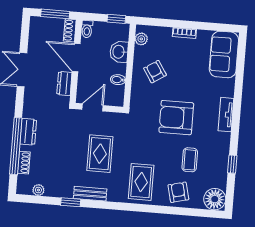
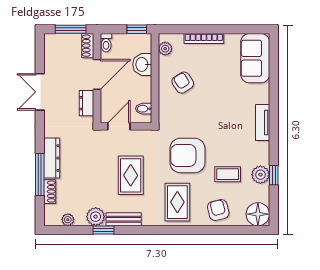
bookcase: (184, 33) -> (204, 39), width x1.56
door: (76, 58) -> (97, 74), swing flipped
bidet: (118, 80) -> (144, 109), moved
armchair: (176, 118) -> (187, 155), moved
dresser: (28, 132) -> (52, 158), width x1.44
window: (16, 146) -> (40, 174), width x0.68
coffee table: (190, 160) -> (228, 174), turned 90
plant: (220, 163) -> (260, 175), added
plant: (64, 189) -> (96, 217), added

